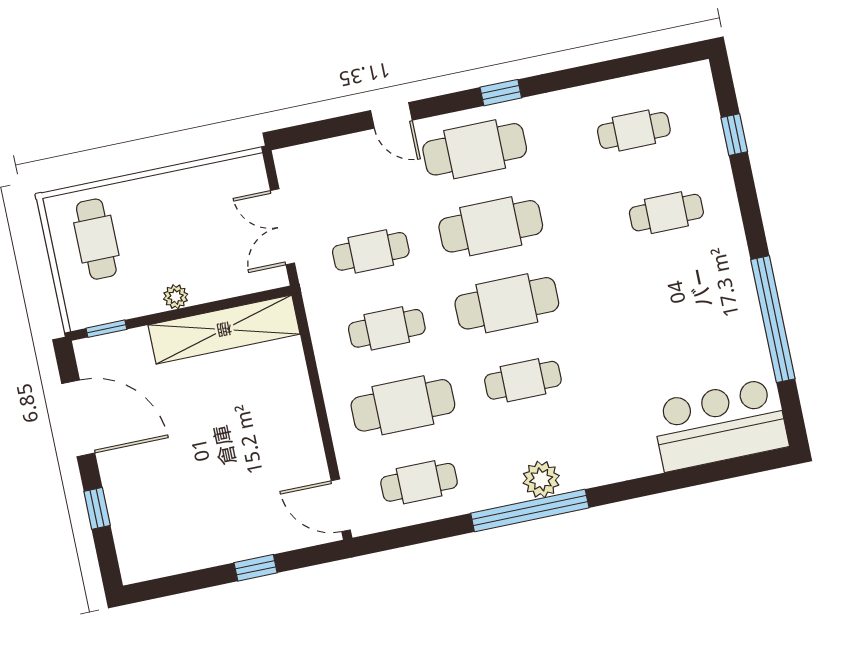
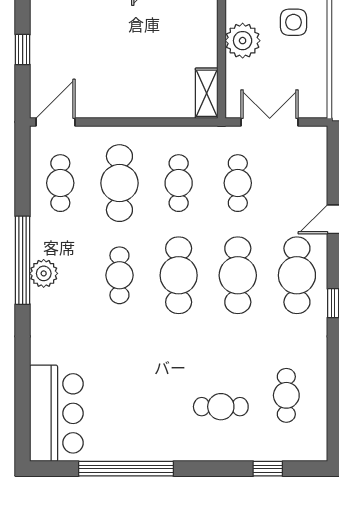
cafe table: (666, 213) -> (221, 407), turned 90
side table: (146, 223) -> (294, 22), added
plant: (176, 297) -> (243, 41), width x1.88, depth x1.88
shelving: (224, 329) -> (207, 93), width x0.45, depth x0.75

